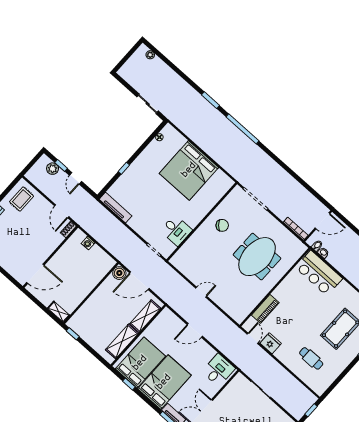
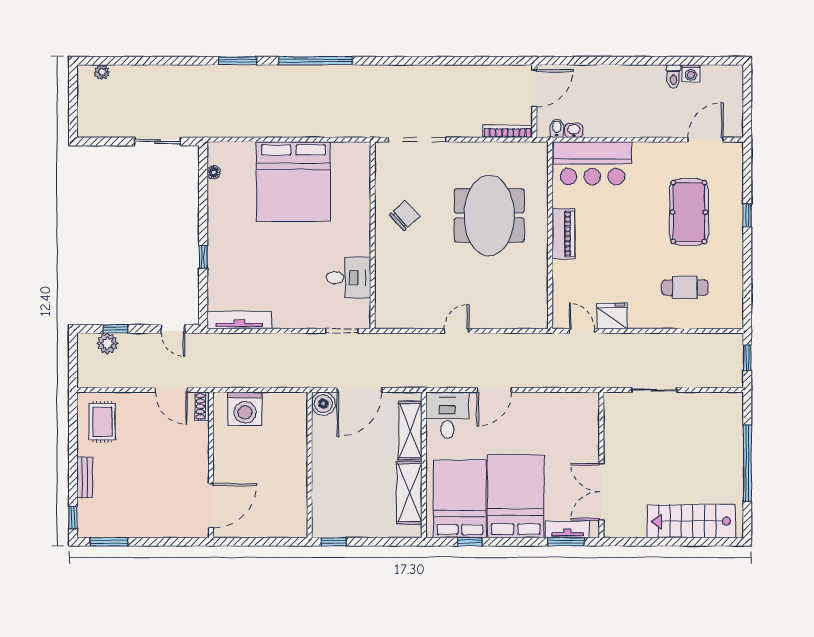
door: (75, 178) -> (173, 329), moved
washing machine: (88, 243) -> (245, 409), width x1.89, depth x1.89
piano: (265, 309) -> (563, 234), moved
shelving: (59, 312) -> (288, 529), removed
desk: (218, 370) -> (447, 415), moved

